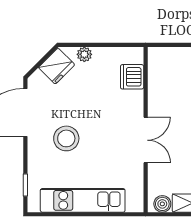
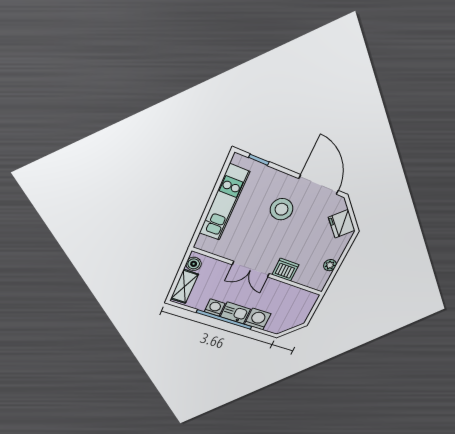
plant: (84, 54) -> (330, 265), moved
dishwasher: (132, 77) -> (285, 270), moved

